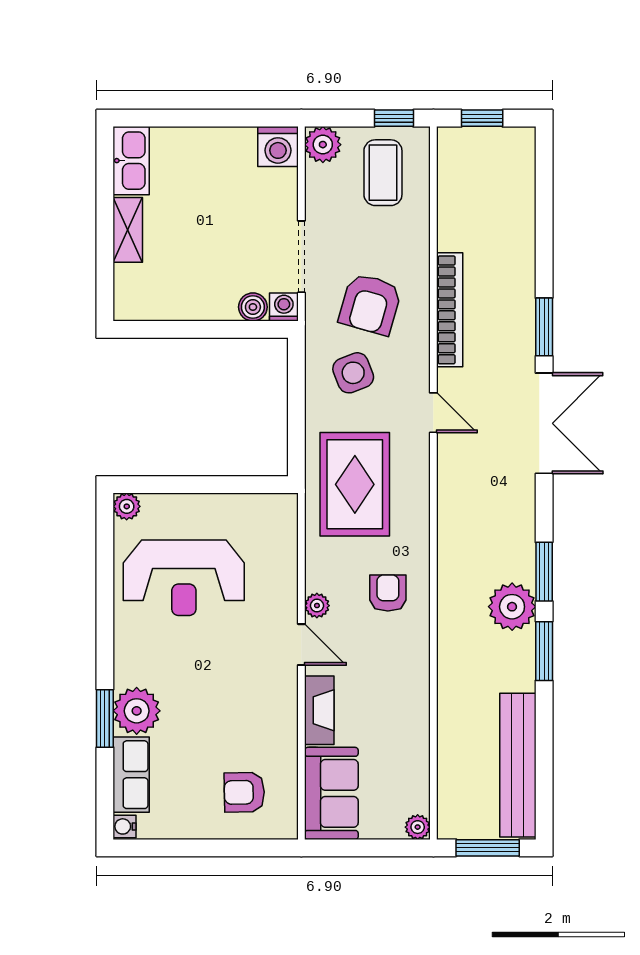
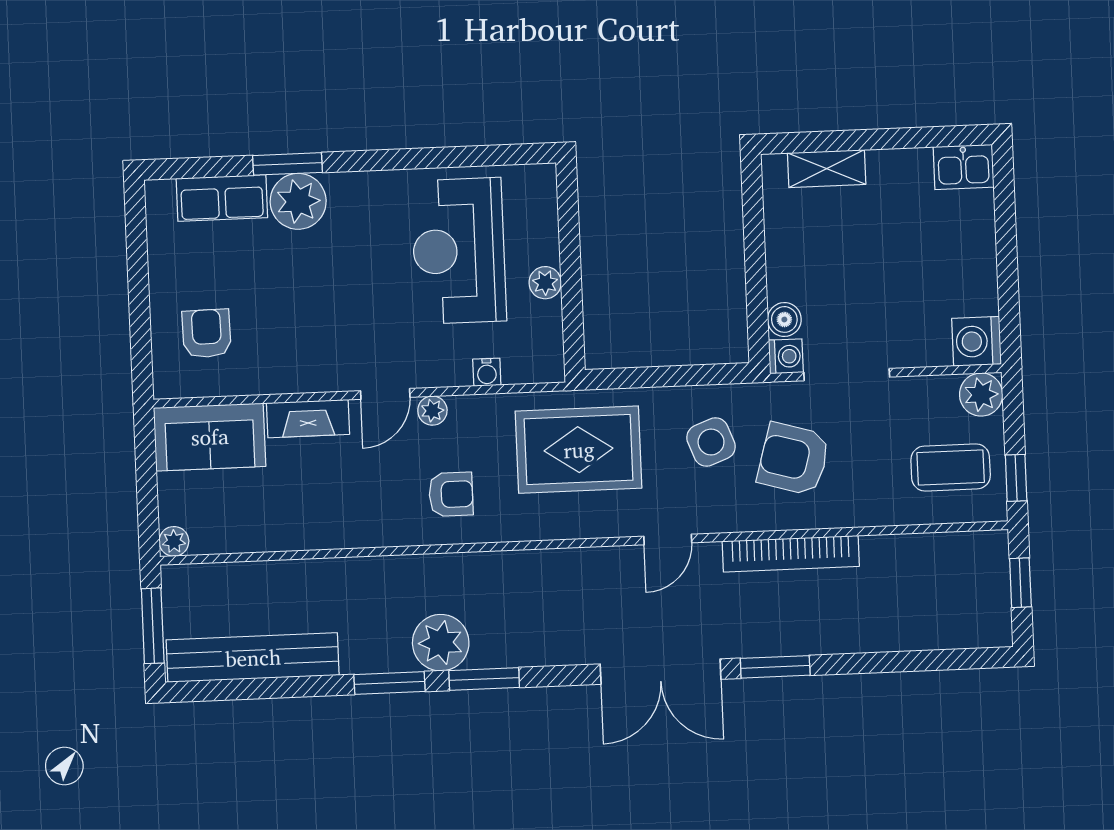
kitchen sink: (131, 161) -> (964, 167), width x0.73
shelving: (128, 230) -> (827, 169), moved
plant: (127, 506) -> (545, 283), moved
water cooler: (125, 826) -> (487, 372), moved, turned 180

